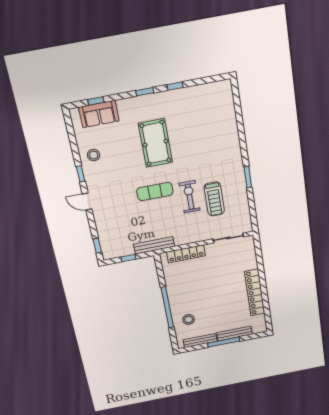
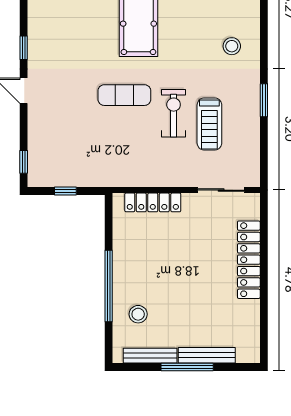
stool: (94, 155) -> (232, 46), moved
bench: (154, 245) -> (107, 179), removed
locker: (255, 293) -> (249, 260), moved

